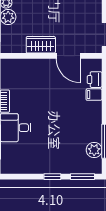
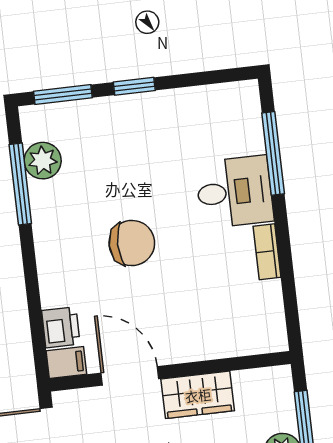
filing cabinet: (94, 95) -> (66, 363), moved
chair: (61, 111) -> (132, 243), added

